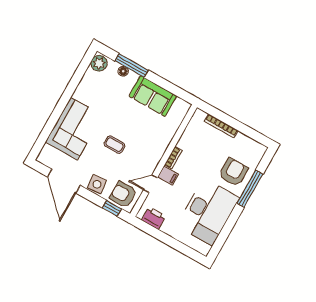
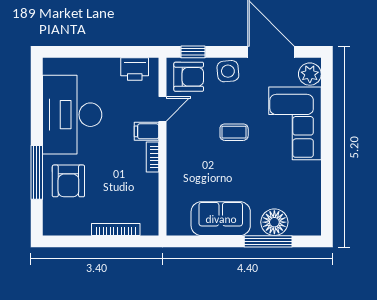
plant: (99, 63) -> (310, 74), moved
floor lamp: (123, 71) -> (274, 222), width x1.89, depth x1.89

